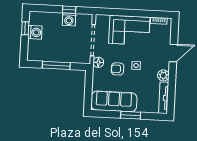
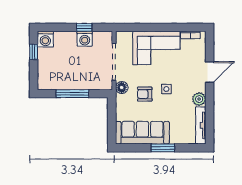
washing machine: (35, 32) -> (45, 39), moved, turned 90

